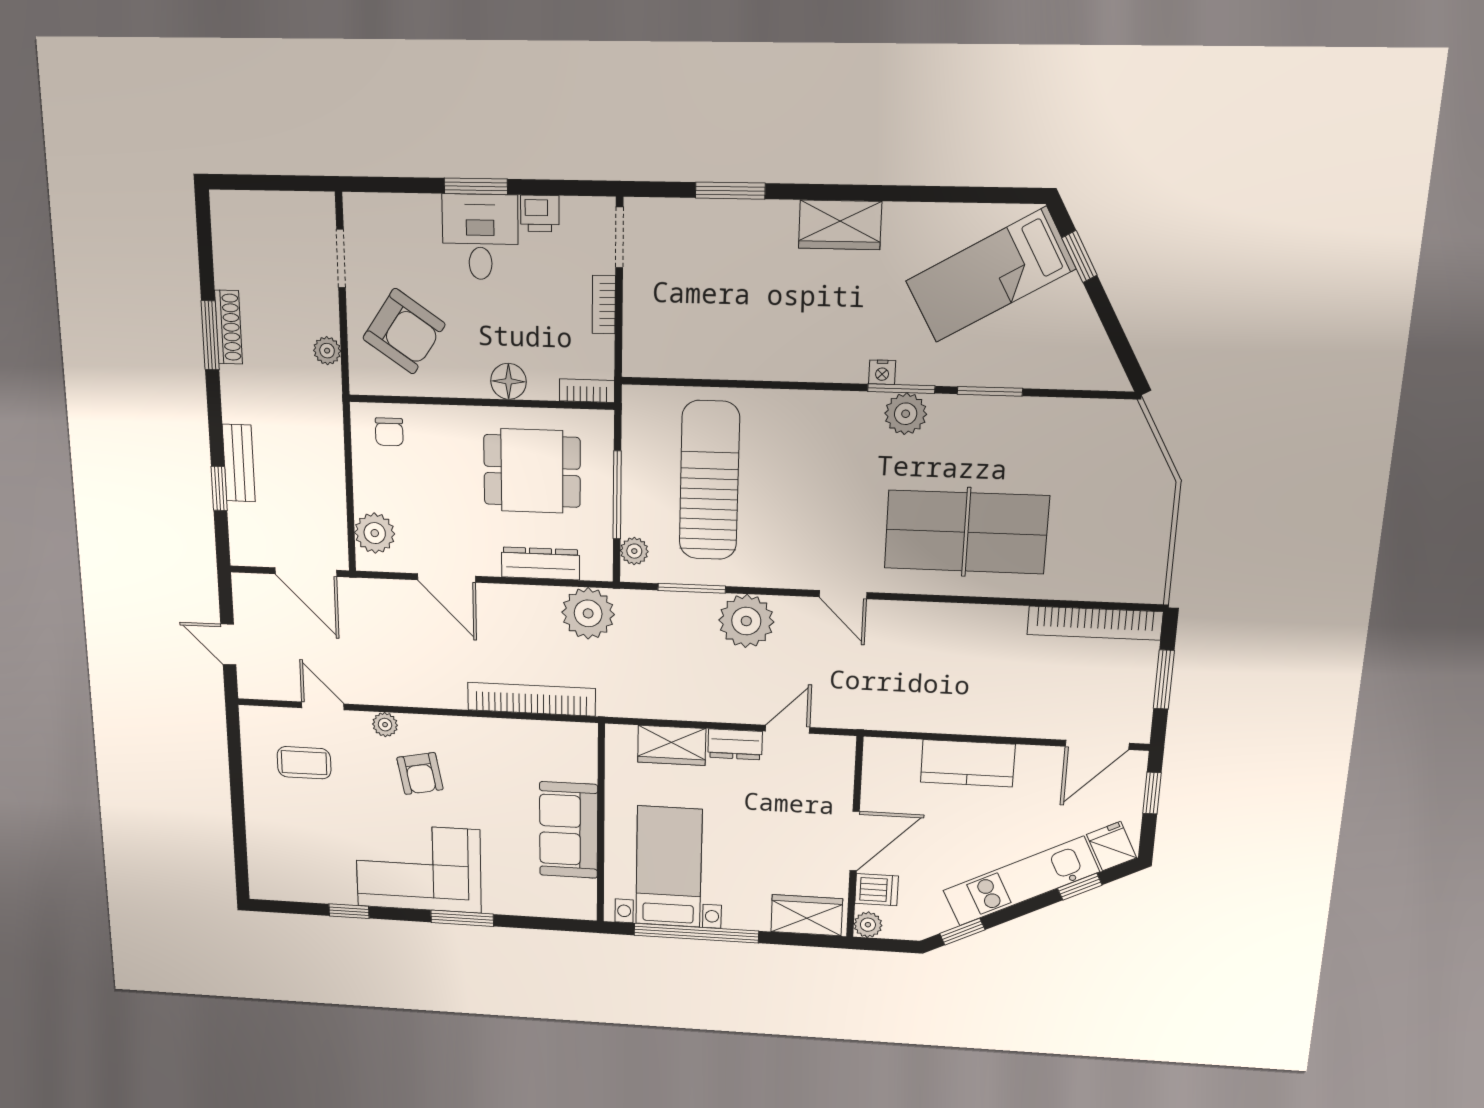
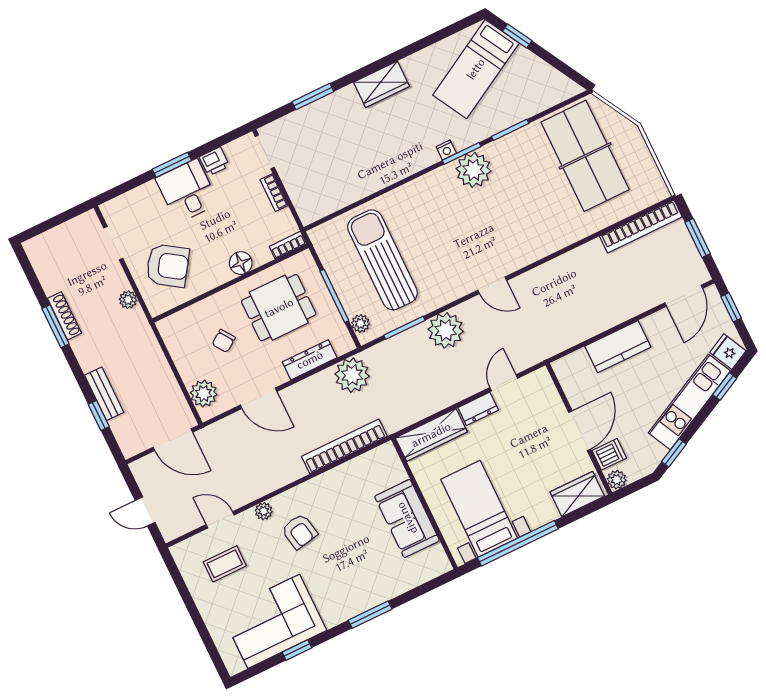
plant: (906, 414) -> (474, 170), width x1.36, depth x1.36
chair: (389, 432) -> (224, 341), moved, turned 55
table tennis table: (966, 532) -> (585, 156), moved, turned 90
wardrobe: (672, 745) -> (431, 435), width x1.50
corner sofa: (418, 868) -> (274, 621), moved

